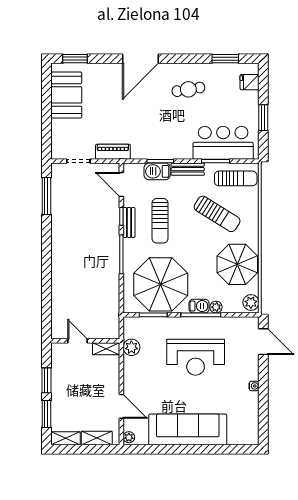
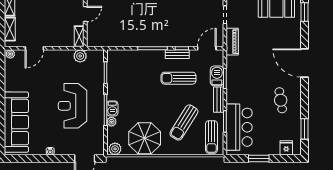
parasol: (161, 284) -> (129, 79), removed
sofa: (188, 429) -> (16, 122), moved

